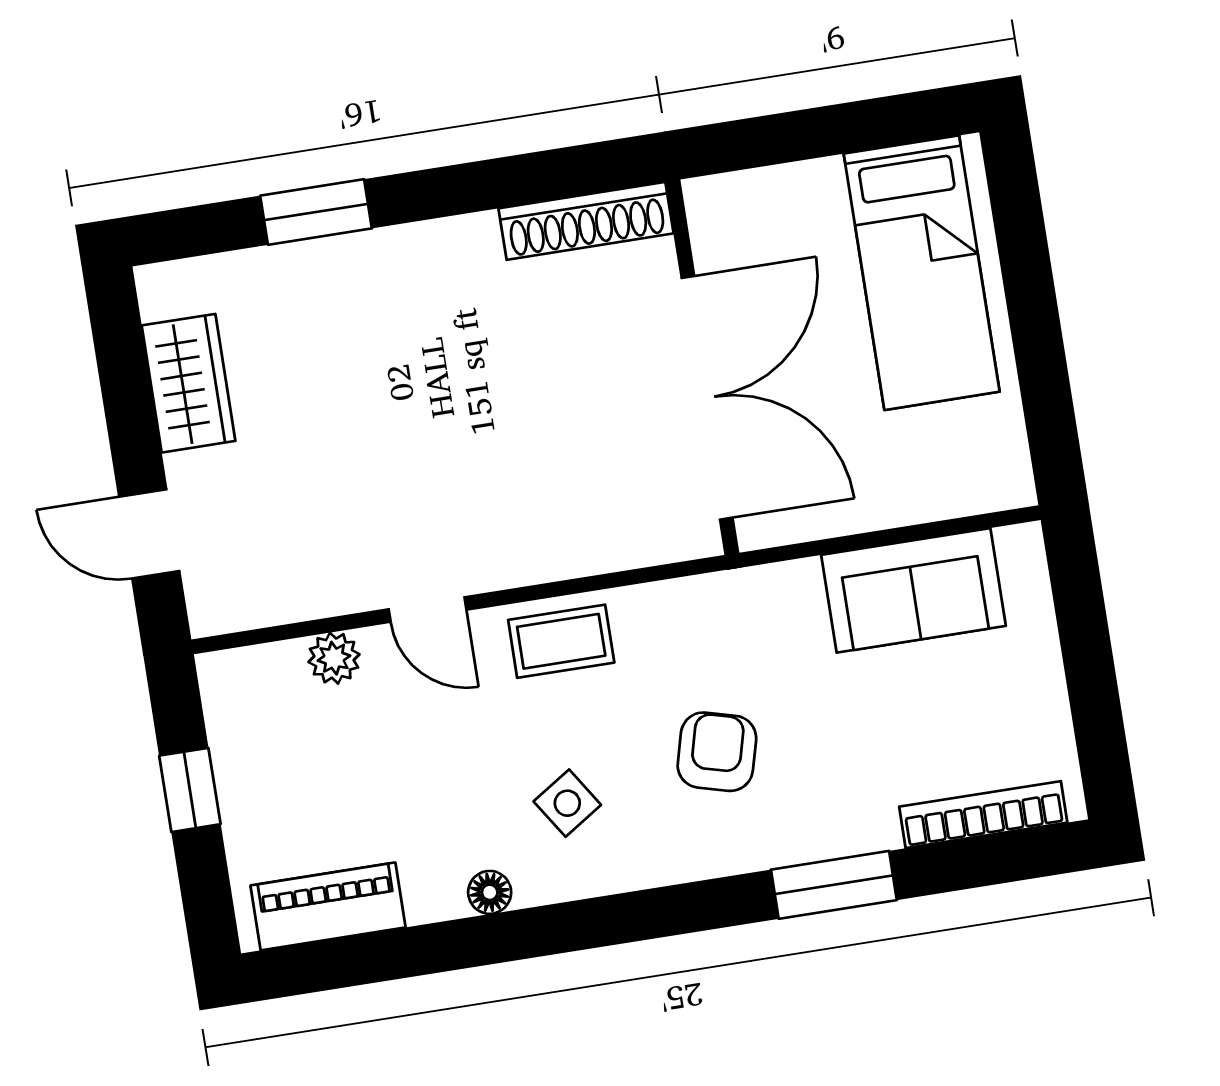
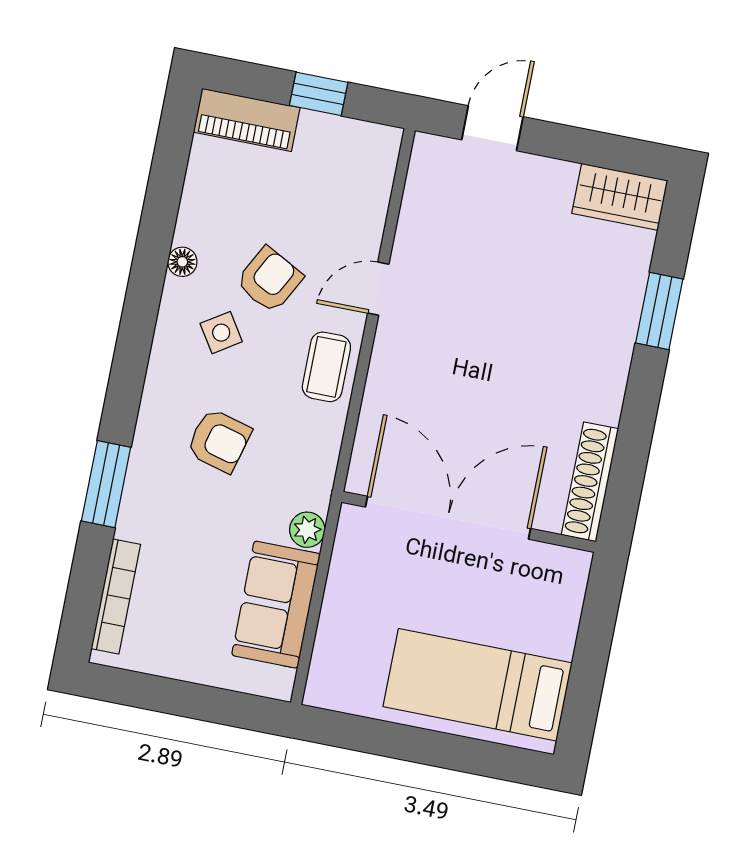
wardrobe: (189, 383) -> (620, 197), moved
double door: (707, 398) -> (448, 518), swing flipped
plant: (334, 658) -> (307, 530), moved
armchair: (470, 764) -> (269, 280), added
piano: (328, 906) -> (247, 120), moved, turned 90

